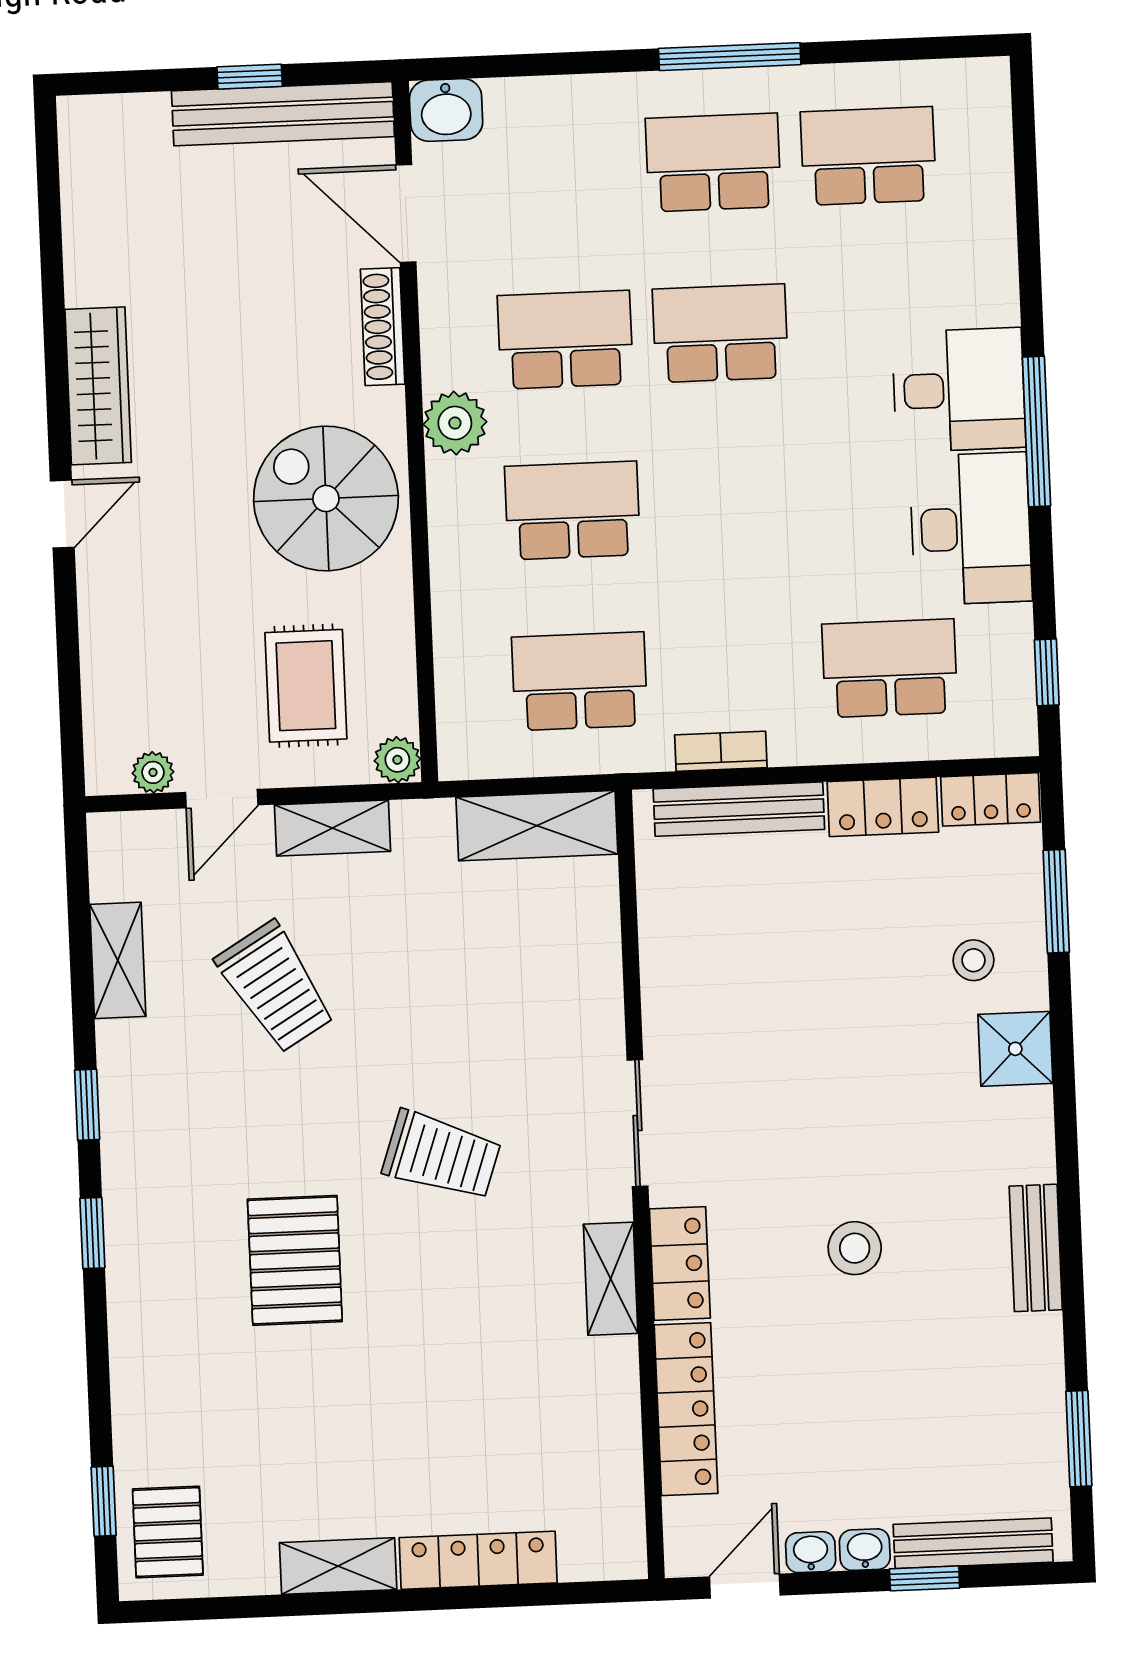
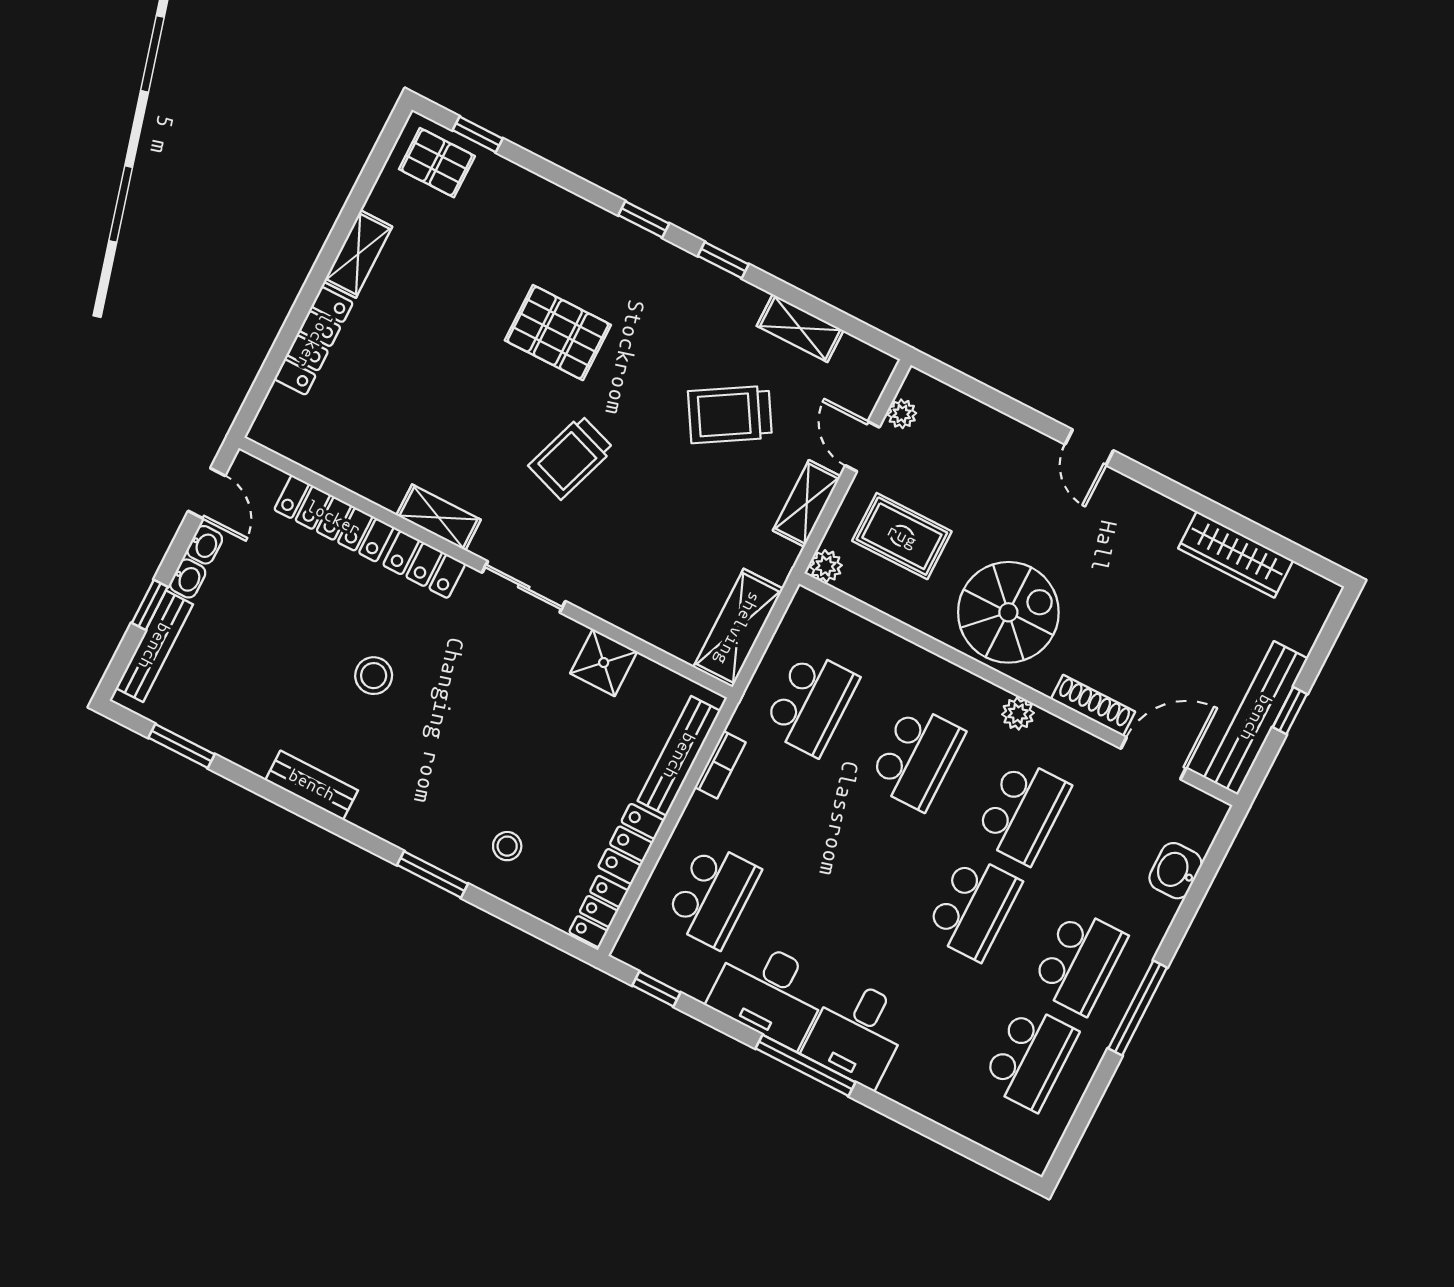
washbasin: (446, 110) -> (1175, 871), moved
wardrobe: (98, 386) -> (1236, 554), moved
plant: (455, 423) -> (1018, 714), width x0.73, depth x0.73
window: (1056, 901) -> (433, 874), moved
shower: (1015, 1049) -> (604, 663), moved

